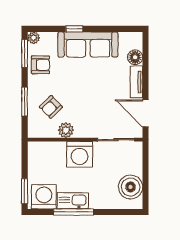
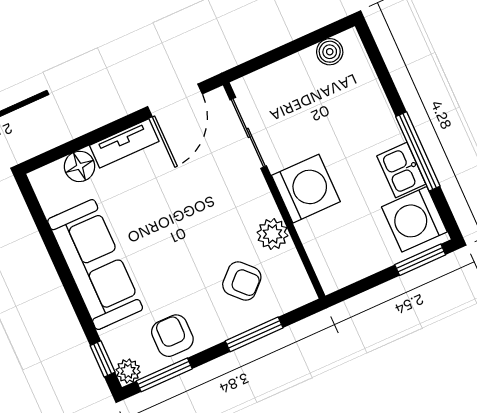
window: (74, 29) -> (103, 359), moved
boiler: (131, 187) -> (330, 52), width x0.54, depth x0.54
kitchen sink: (73, 201) -> (401, 170), width x0.73

